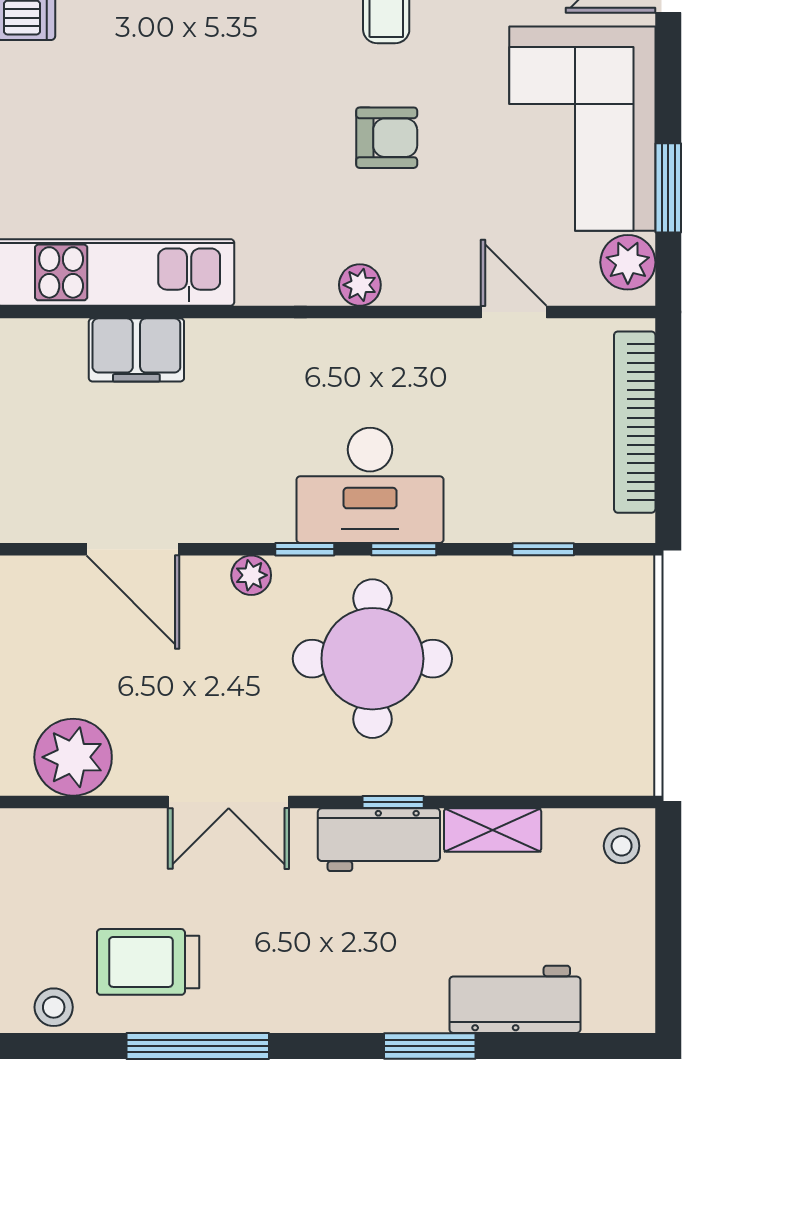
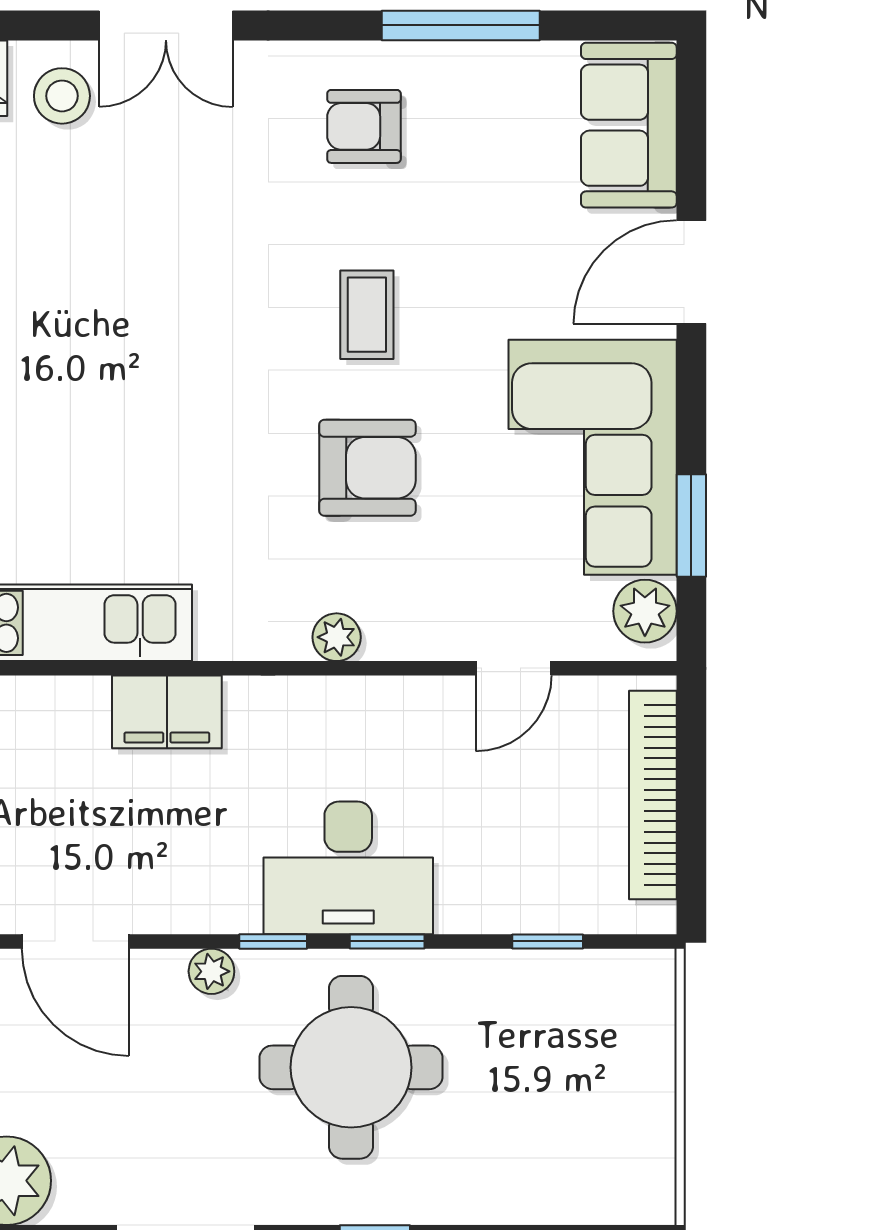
armchair: (387, 138) -> (367, 468), width x1.38, depth x1.38
door: (514, 312) -> (514, 668), swing flipped
filing cabinet: (136, 350) -> (167, 712), moved

